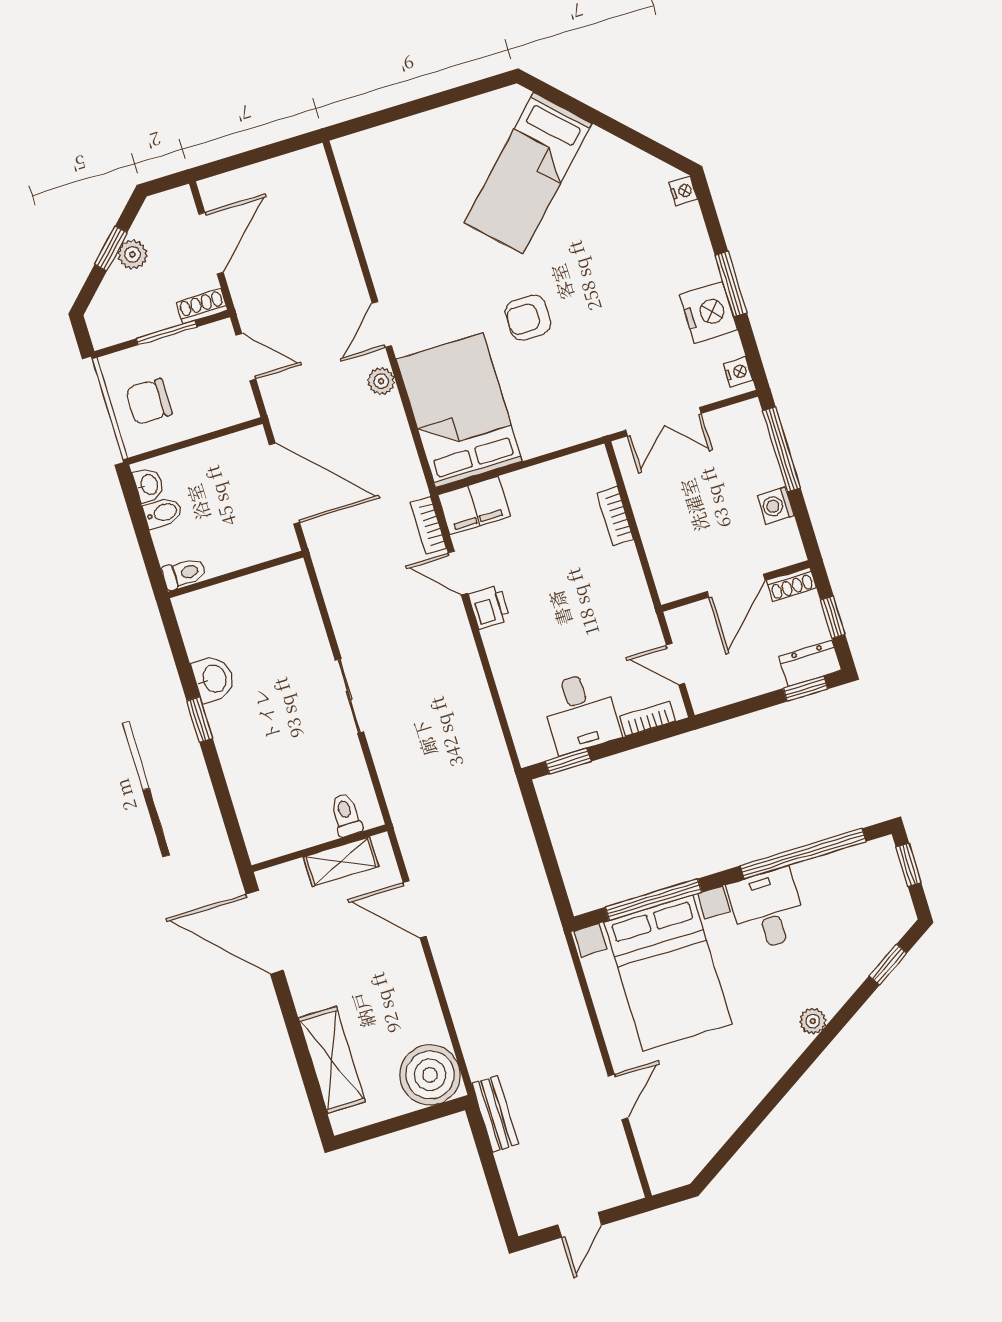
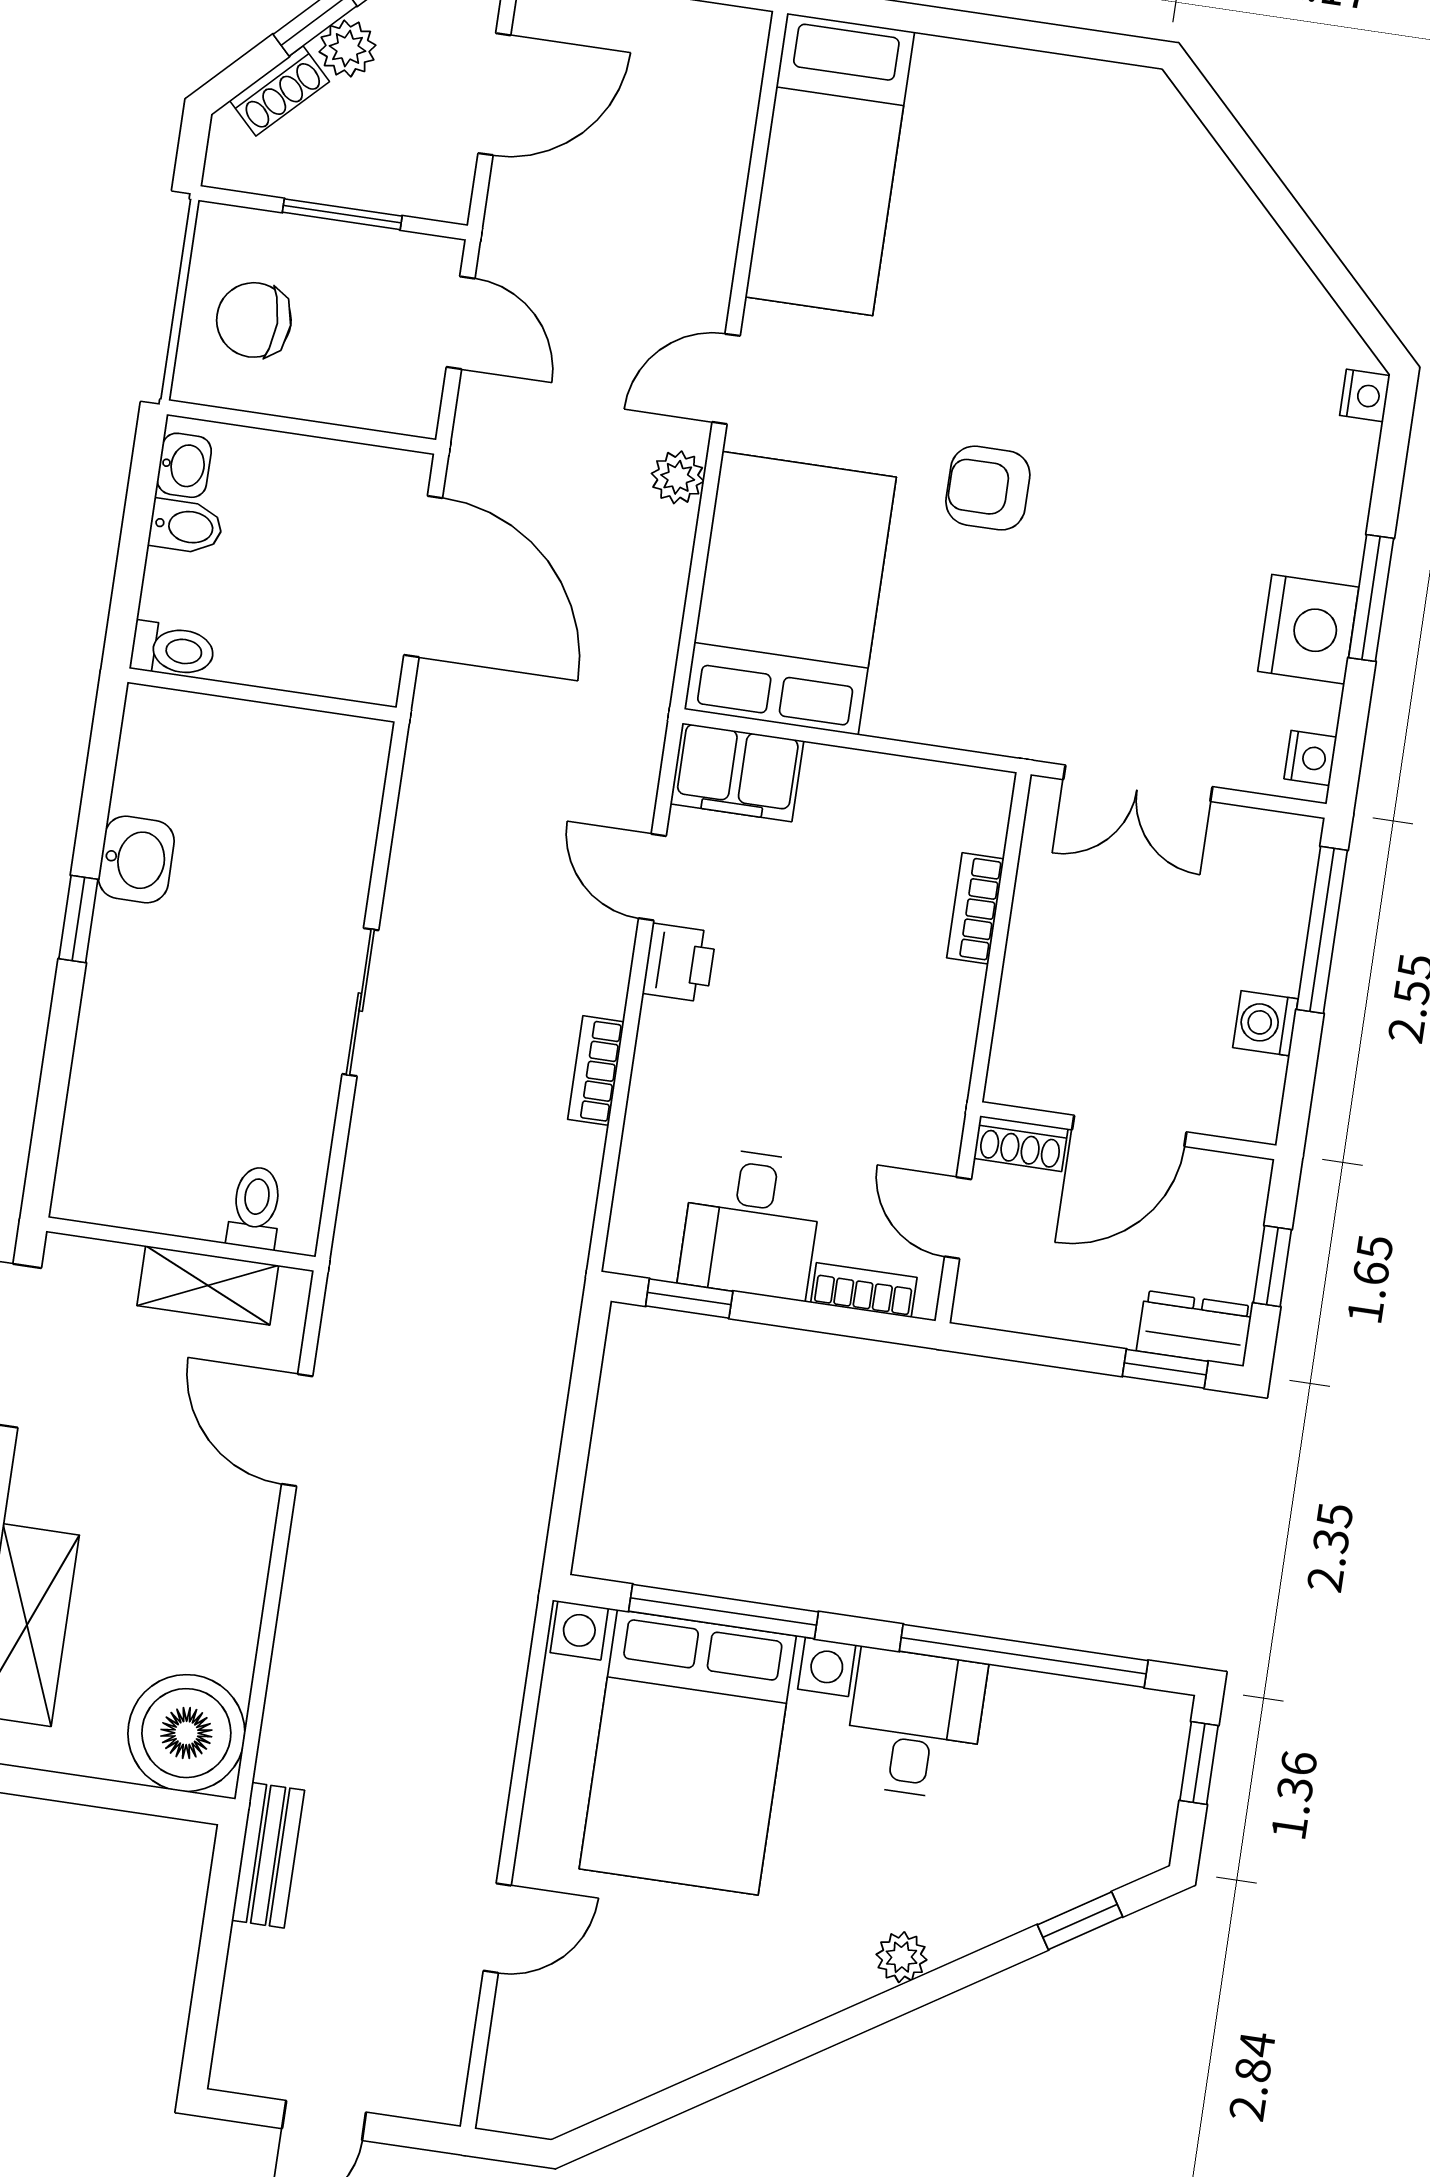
bed: (528, 173) -> (830, 164), moved, turned -45
shoe rack: (202, 306) -> (280, 91), moved, turned 135
bookcase: (428, 526) -> (596, 1071), moved
shoe rack: (791, 584) -> (1021, 1144), moved

